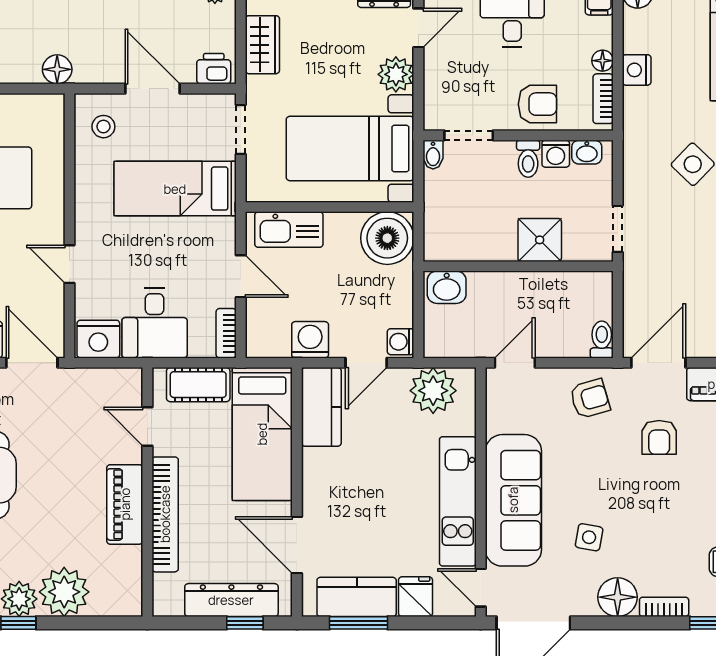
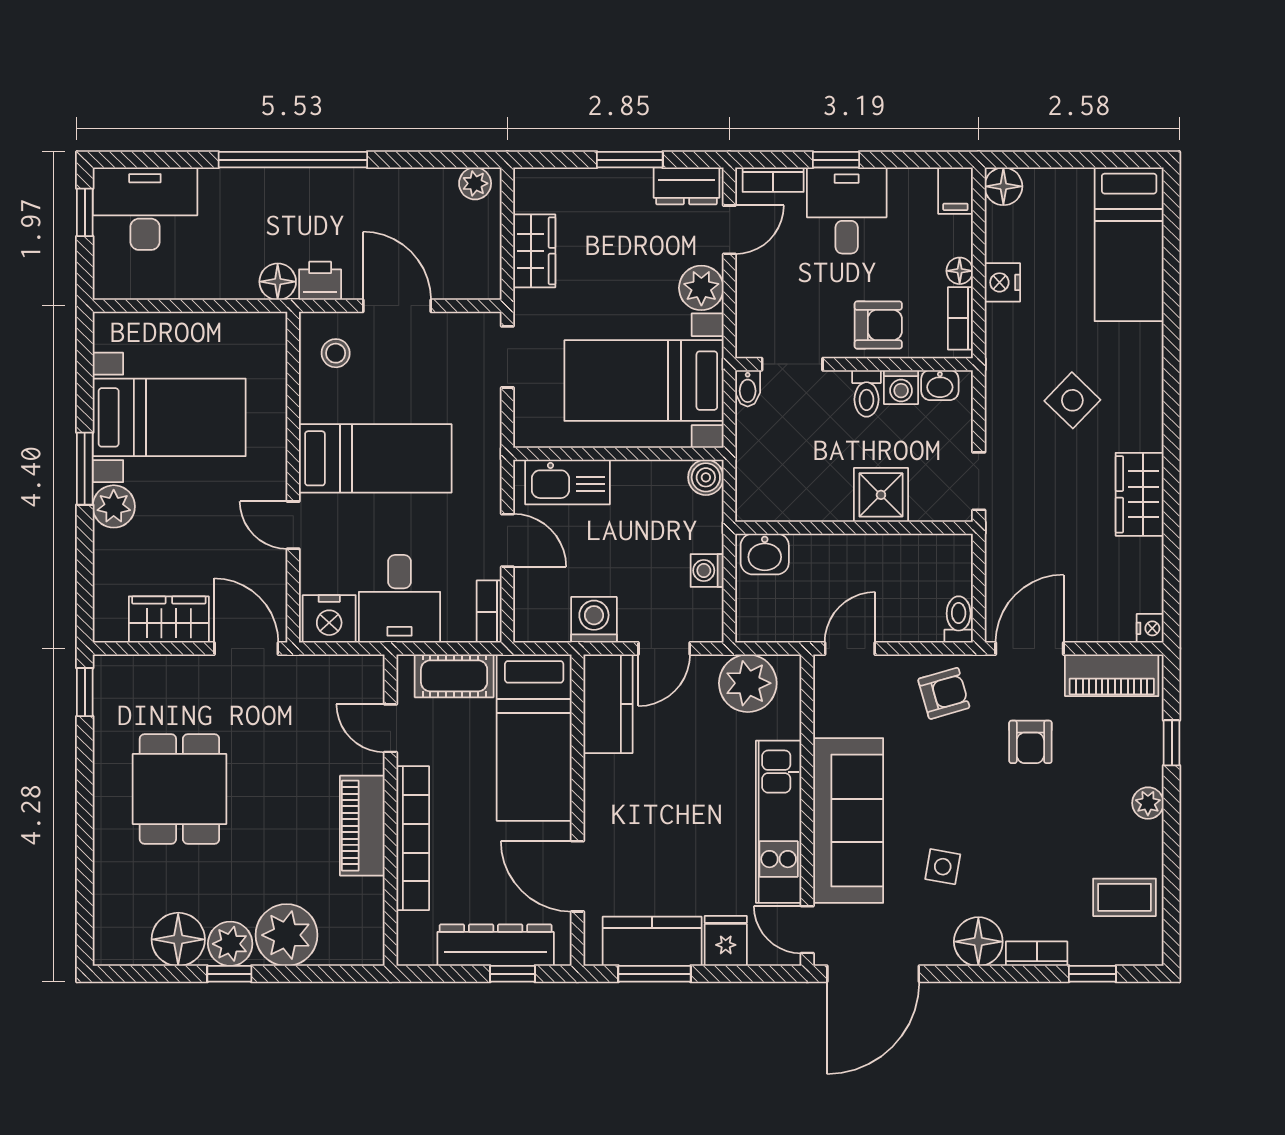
printer: (214, 69) -> (320, 281), moved
bed: (175, 189) -> (375, 458), moved, turned 180
boiler: (387, 238) -> (706, 477), width x0.54, depth x0.54
washing machine: (401, 342) -> (707, 571), moved

